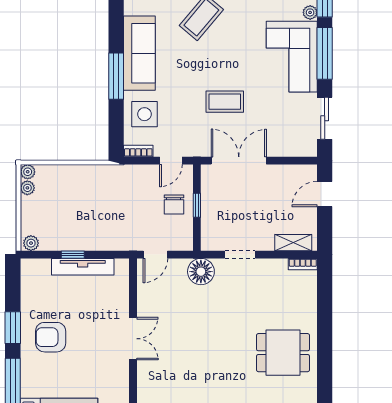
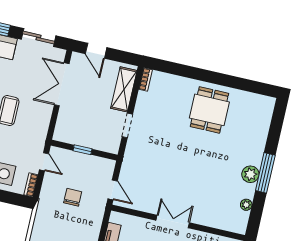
double door: (239, 161) -> (62, 84), moved
chair: (174, 205) -> (73, 197), moved, turned -90
shelving: (293, 243) -> (124, 89), width x1.50, depth x1.33
floor lamp: (201, 272) -> (134, 158), removed

